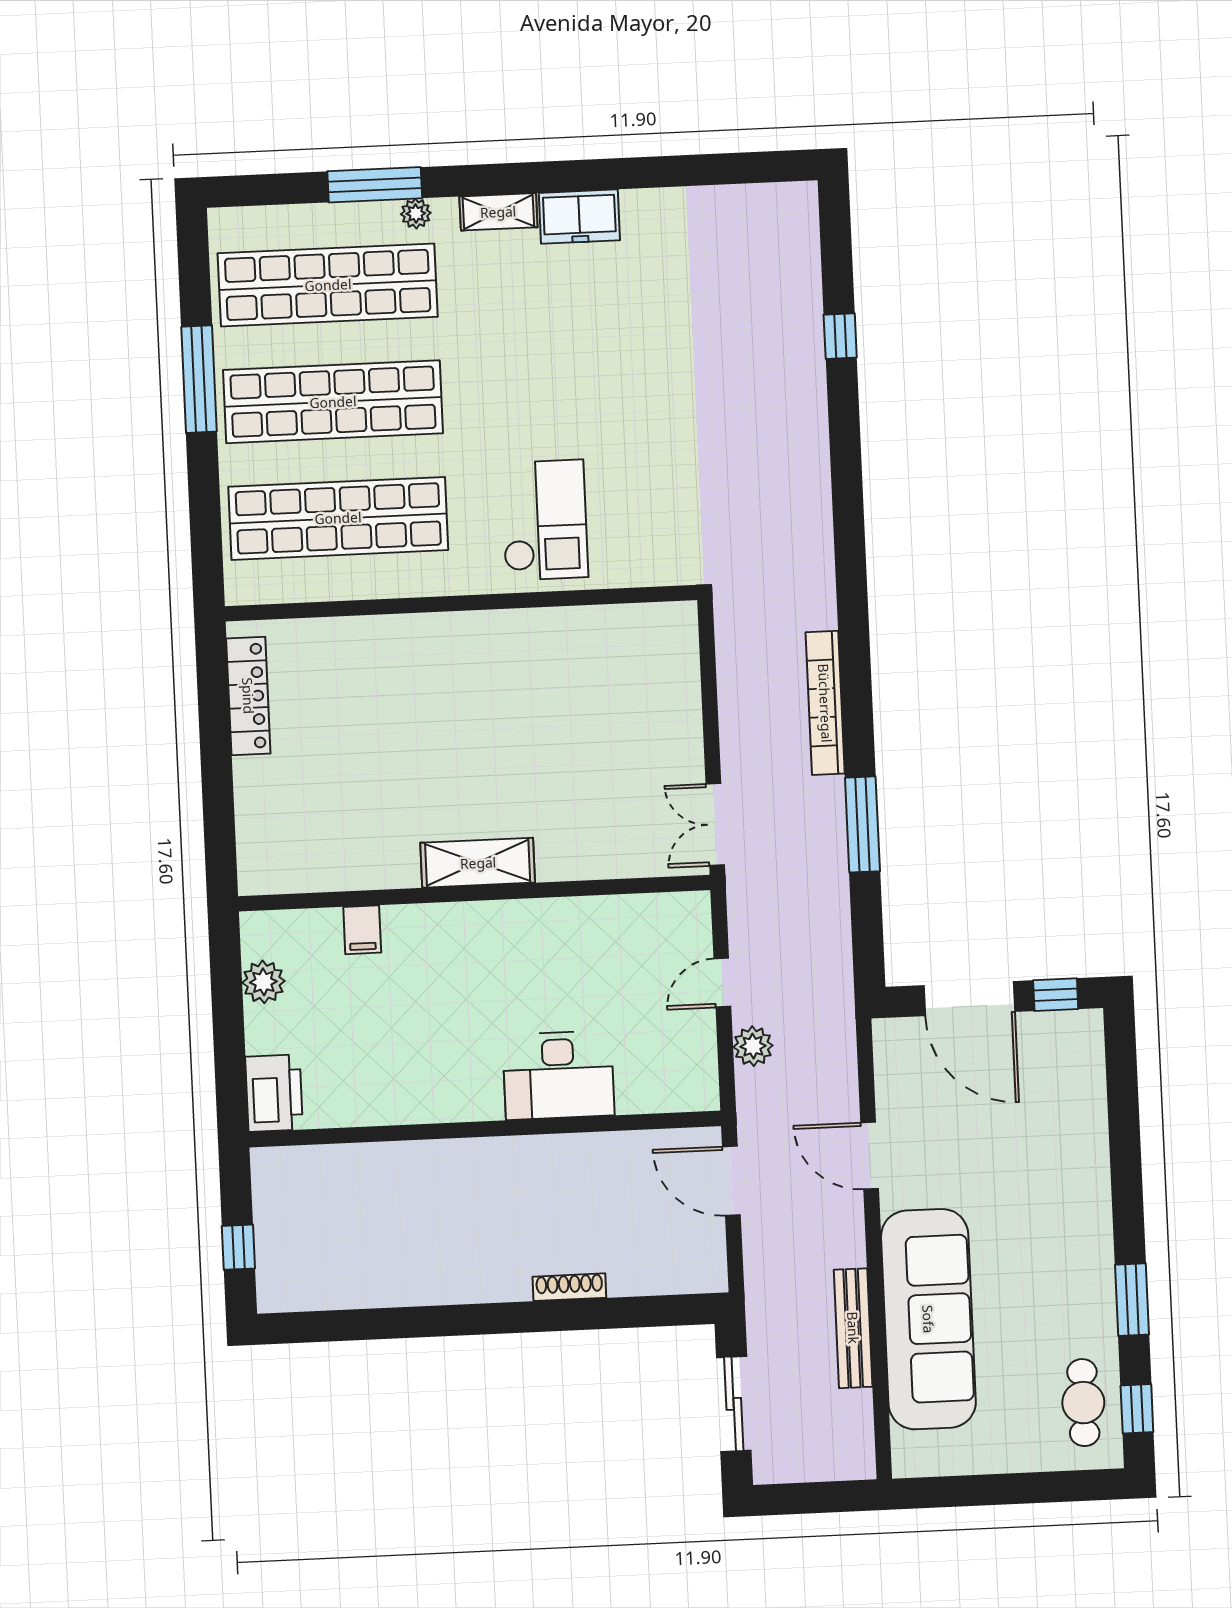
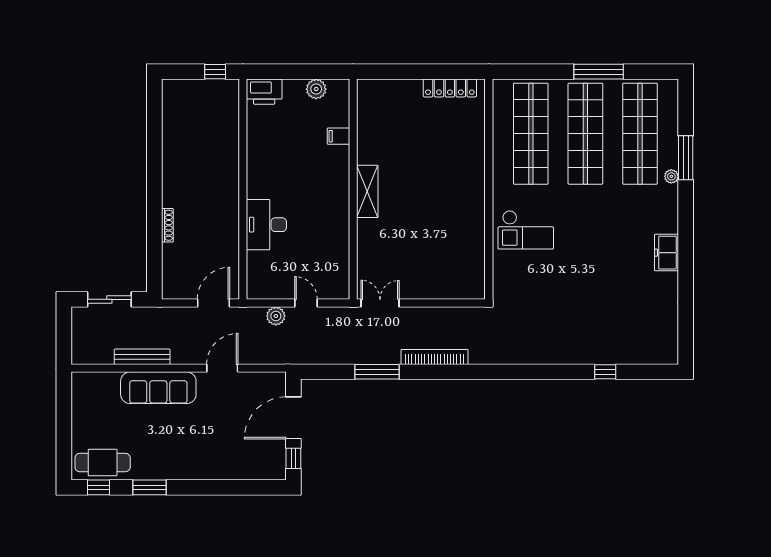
shelving: (498, 212) -> (670, 215), removed
window: (238, 1247) -> (215, 72), moved
sofa: (928, 1319) -> (158, 388), width x0.74, depth x0.79
cafe table: (1083, 1403) -> (103, 463), width x1.37, depth x1.35

